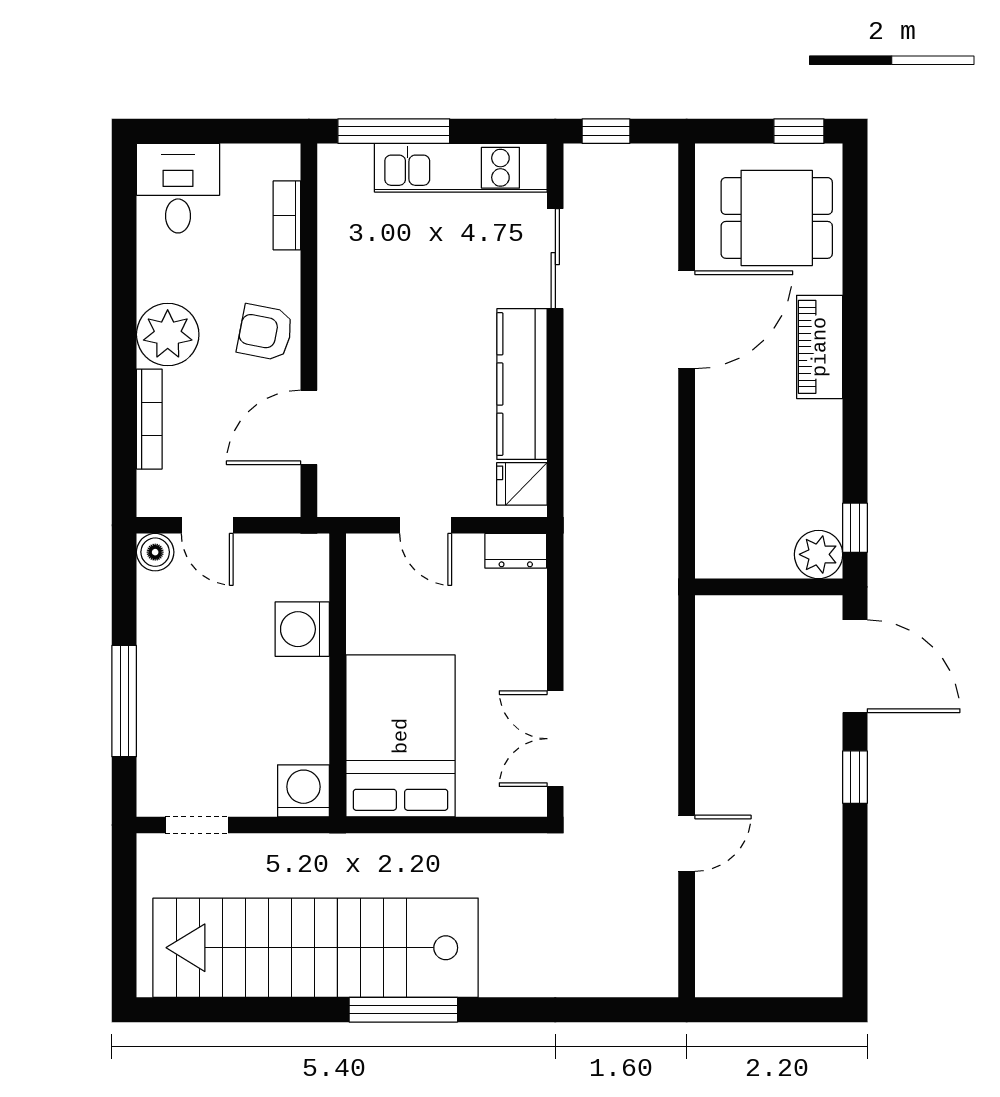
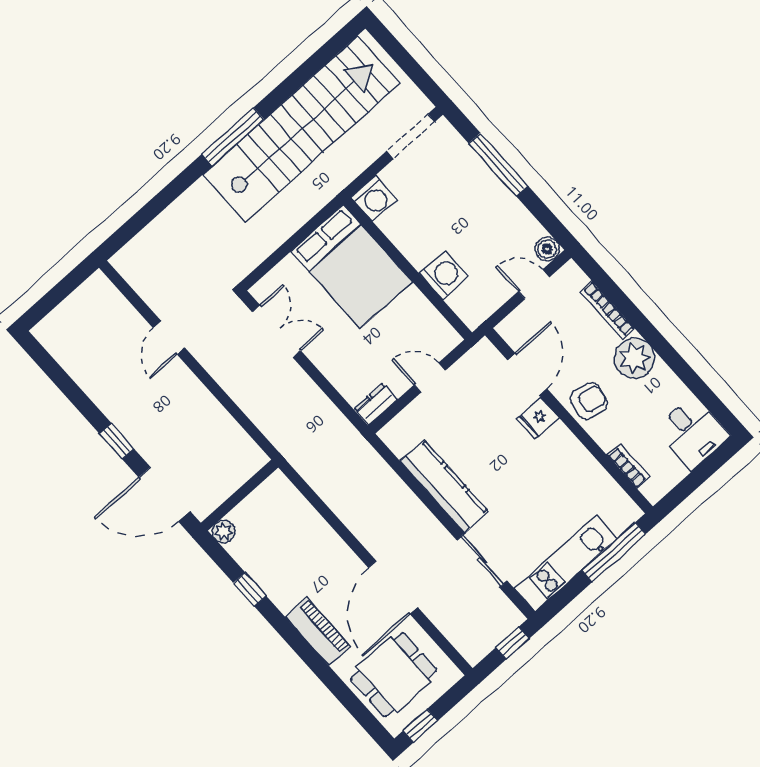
fridge: (522, 484) -> (538, 418), moved, turned 180
window: (855, 528) -> (250, 589), moved
plant: (819, 554) -> (224, 532), width x0.73, depth x0.73
doorway: (197, 825) -> (411, 136), width x1.38

